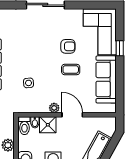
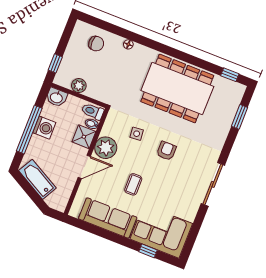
armchair: (68, 46) -> (166, 151), moved, turned 180
window: (120, 48) -> (148, 251), moved
plant: (54, 108) -> (106, 148), width x1.87, depth x1.87

